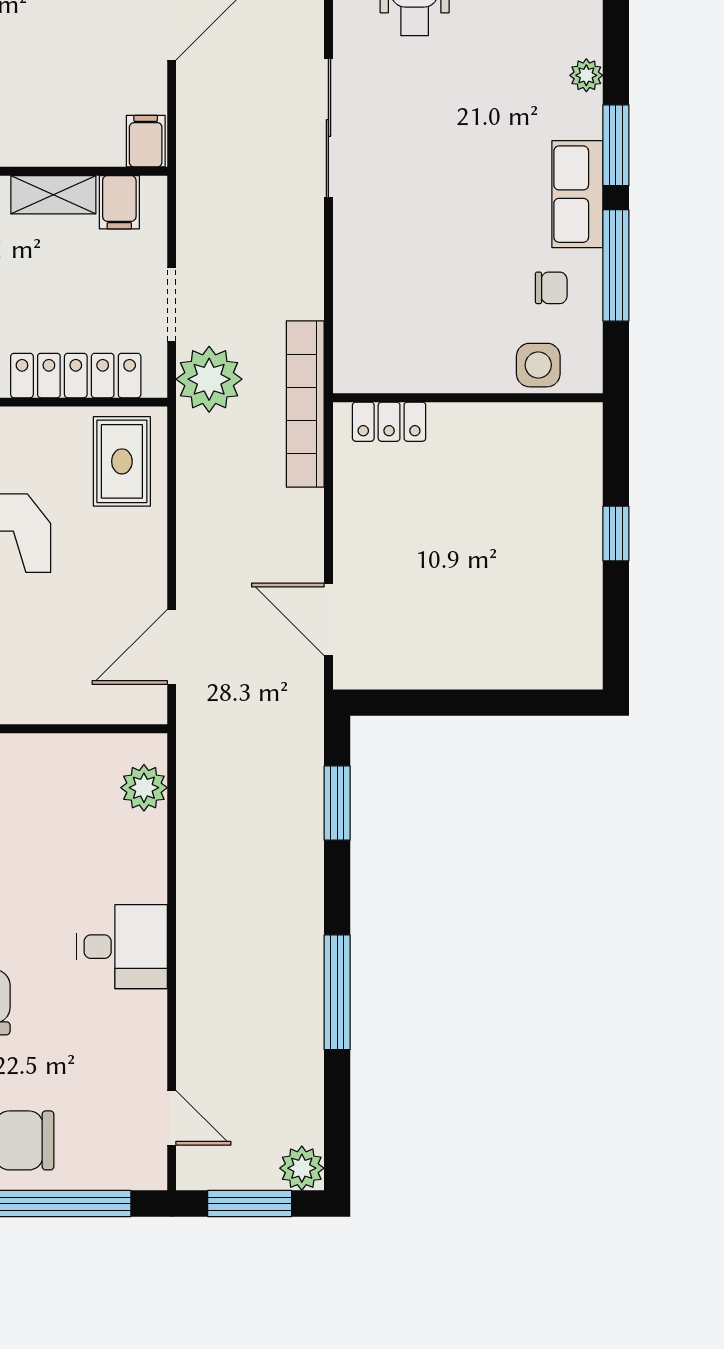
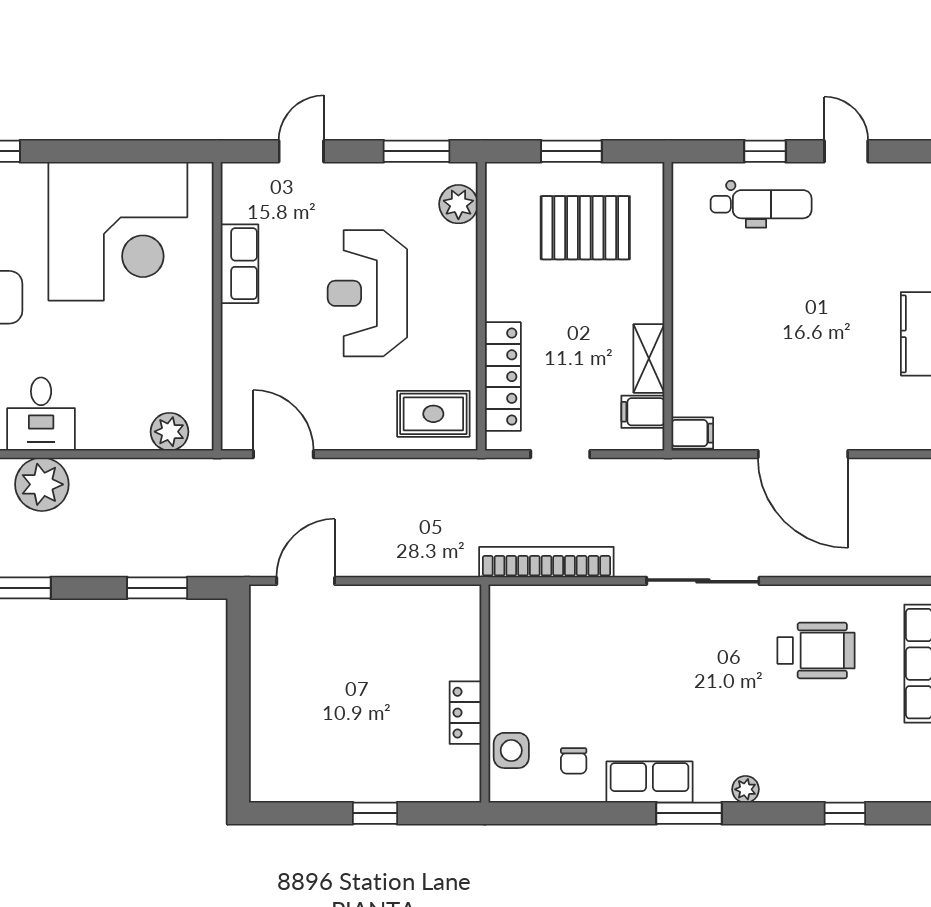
window: (616, 265) -> (592, 813), removed
plant: (209, 379) -> (42, 484), moved
bookcase: (305, 404) -> (546, 562), moved
locker: (389, 422) -> (465, 713), moved

